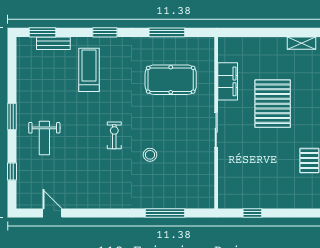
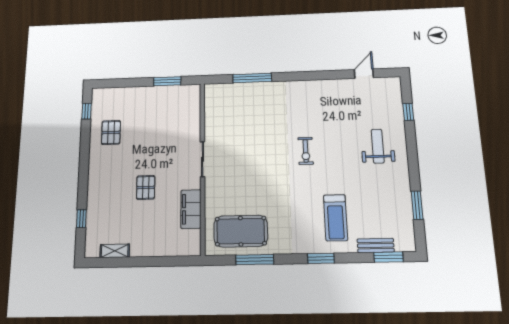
pool table: (171, 80) -> (241, 231), moved
pallet: (273, 104) -> (146, 187), width x0.49, depth x0.50
window: (12, 117) -> (417, 205), moved
stool: (150, 155) -> (269, 133), removed
door: (52, 213) -> (364, 74), swing flipped
window: (252, 213) -> (167, 81), width x1.50

